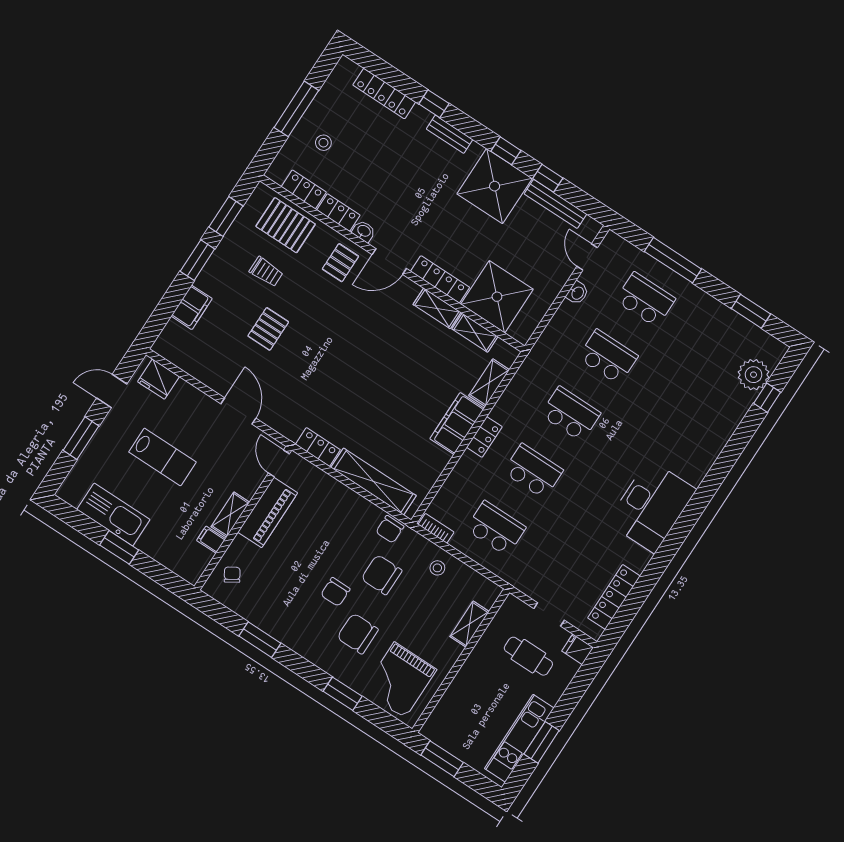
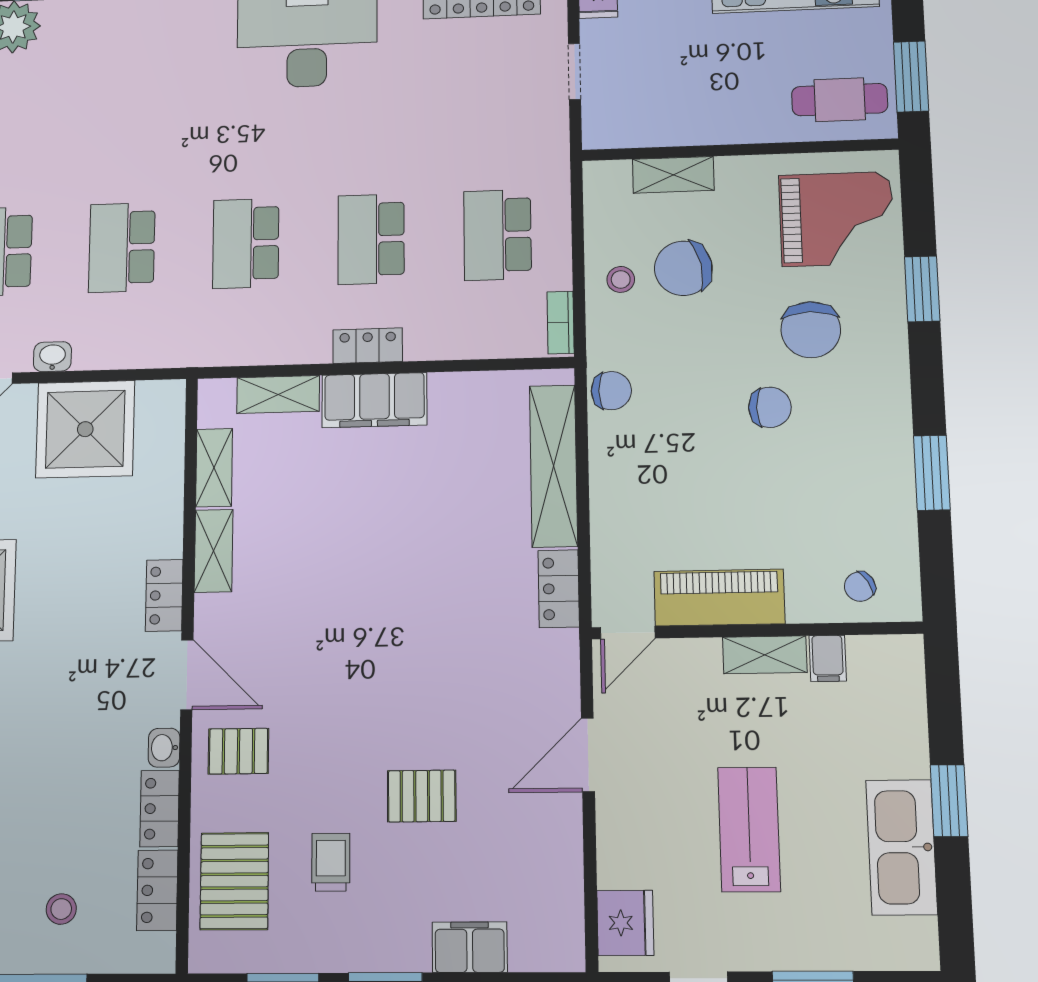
locker: (440, 279) -> (164, 595), width x0.66
shower: (497, 297) -> (85, 429), moved
chair: (382, 575) -> (683, 268), moved, turned 78
cafe table: (528, 656) -> (840, 100), moved, turned 90

